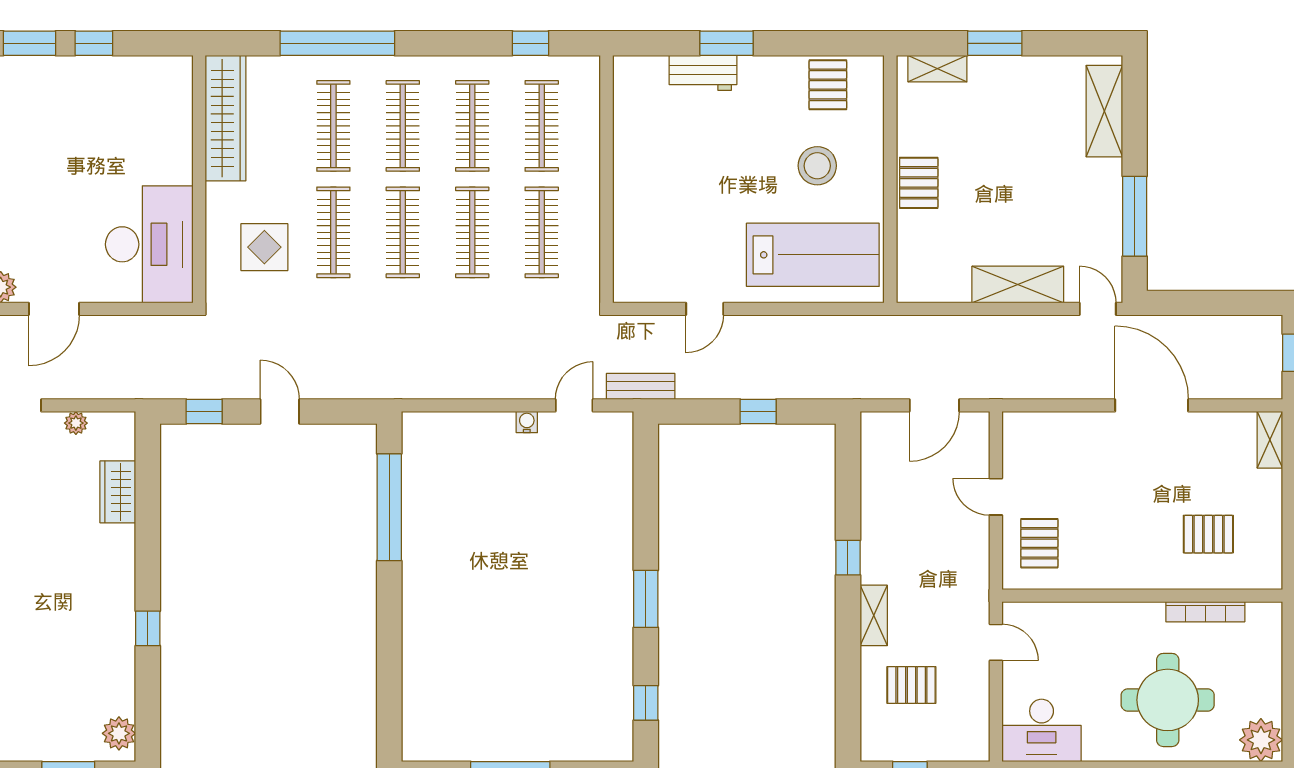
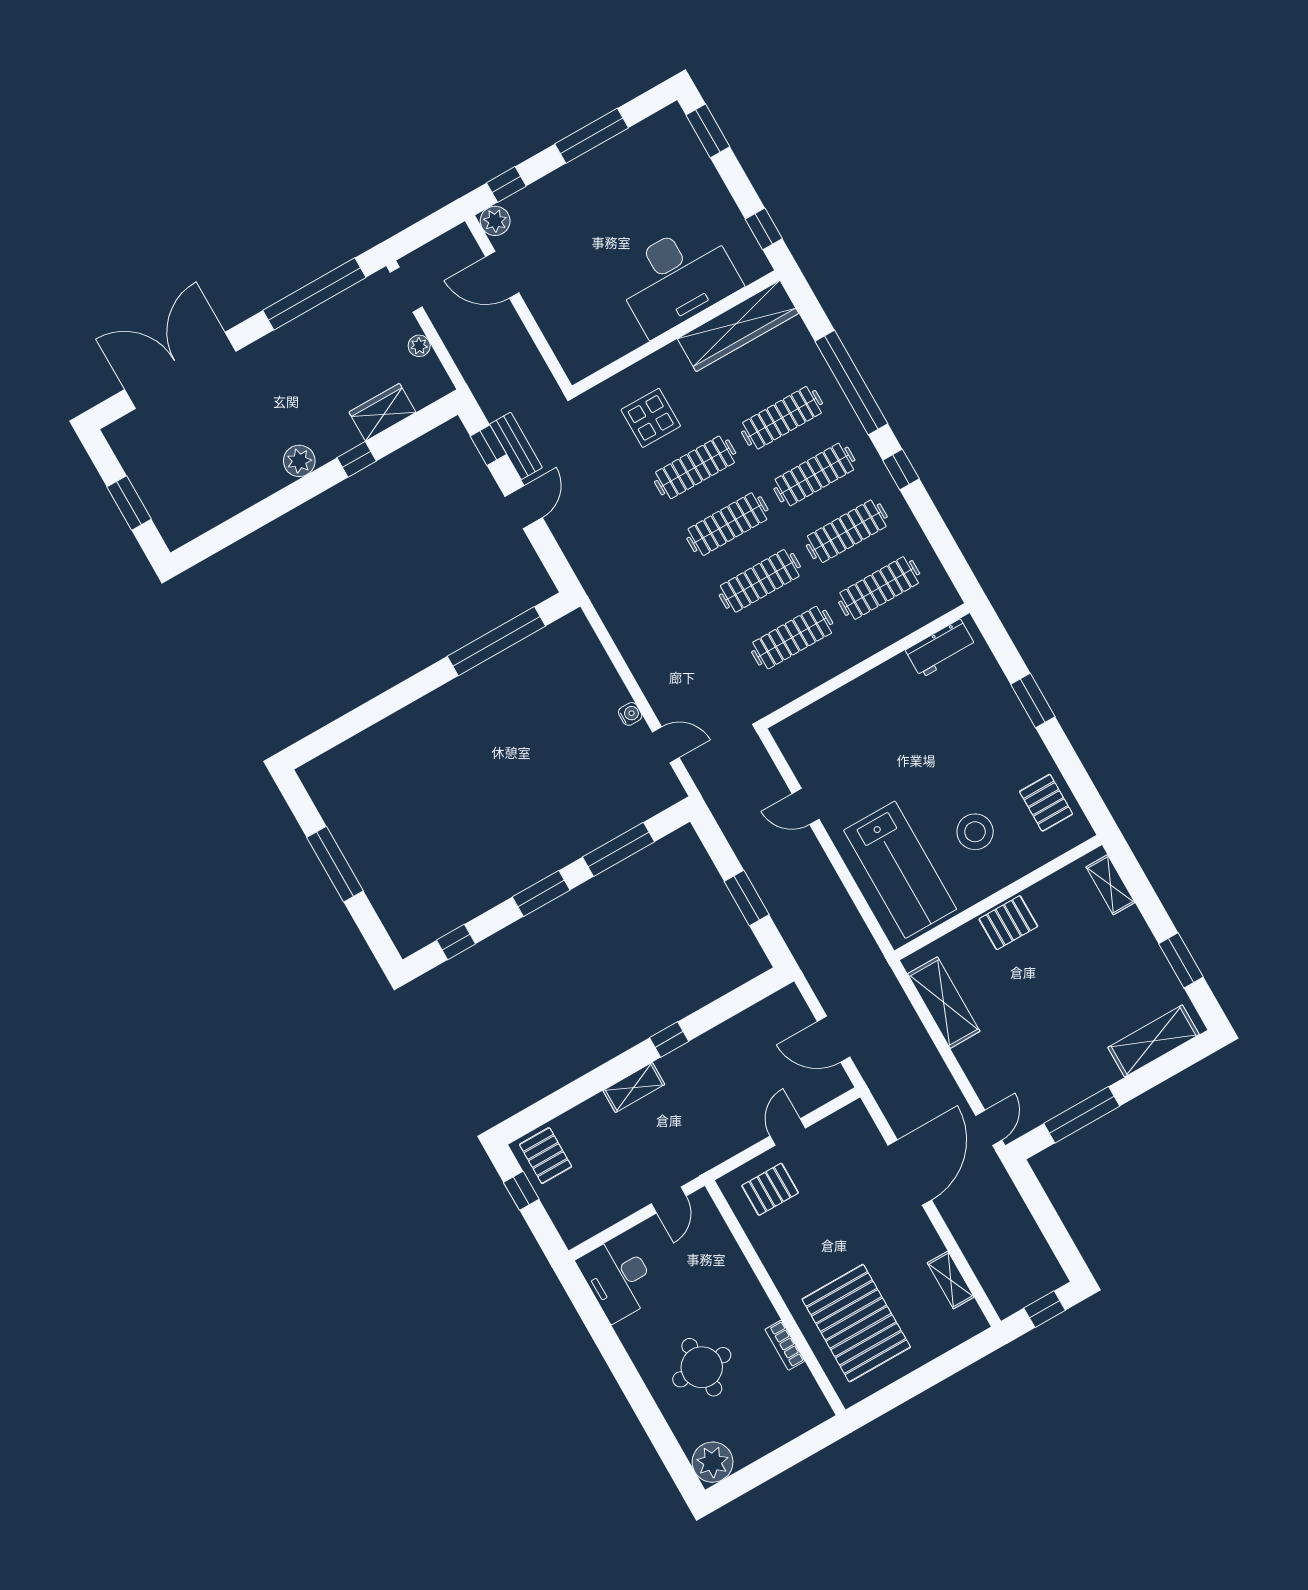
window: (94, 43) -> (764, 229), moved
window: (531, 43) -> (901, 470), moved
window: (995, 43) -> (1181, 960), moved
workbench: (703, 73) -> (941, 649), moved, turned -90
pallet: (828, 85) -> (1046, 803), turned 90
desk: (149, 244) -> (677, 278), moved
shelving: (1018, 285) -> (944, 1003), moved
bench: (641, 386) -> (516, 446), moved
door: (1152, 405) -> (910, 1173), moved
window: (758, 411) -> (747, 898), width x1.50
shelving: (1270, 440) -> (951, 1280), moved, turned 90
window: (646, 504) -> (618, 849), added
pallet: (1208, 534) -> (856, 1323), width x2.05, depth x2.00
bookcase: (1205, 612) -> (785, 1345), width x0.64
window: (148, 628) -> (357, 459), moved
pallet: (911, 685) -> (546, 1156), moved
round table: (1168, 700) -> (702, 1367), width x0.73, depth x0.73
plant: (119, 733) -> (299, 461), moved

